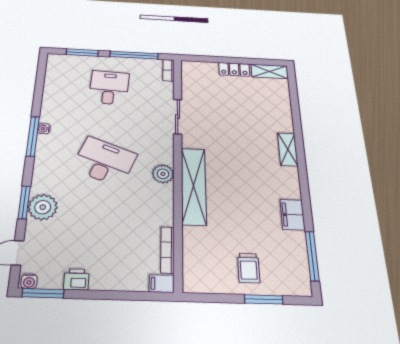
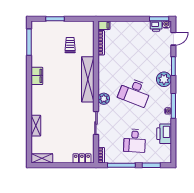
locker: (234, 69) -> (82, 158), moved
printer: (55, 95) -> (164, 134), added
shelving: (288, 149) -> (36, 126), moved
plant: (163, 174) -> (104, 99), moved
plant: (43, 207) -> (164, 79), moved
filing cabinet: (292, 215) -> (37, 76), moved
trolley: (249, 268) -> (70, 45), moved
printer: (76, 279) -> (156, 26), moved

